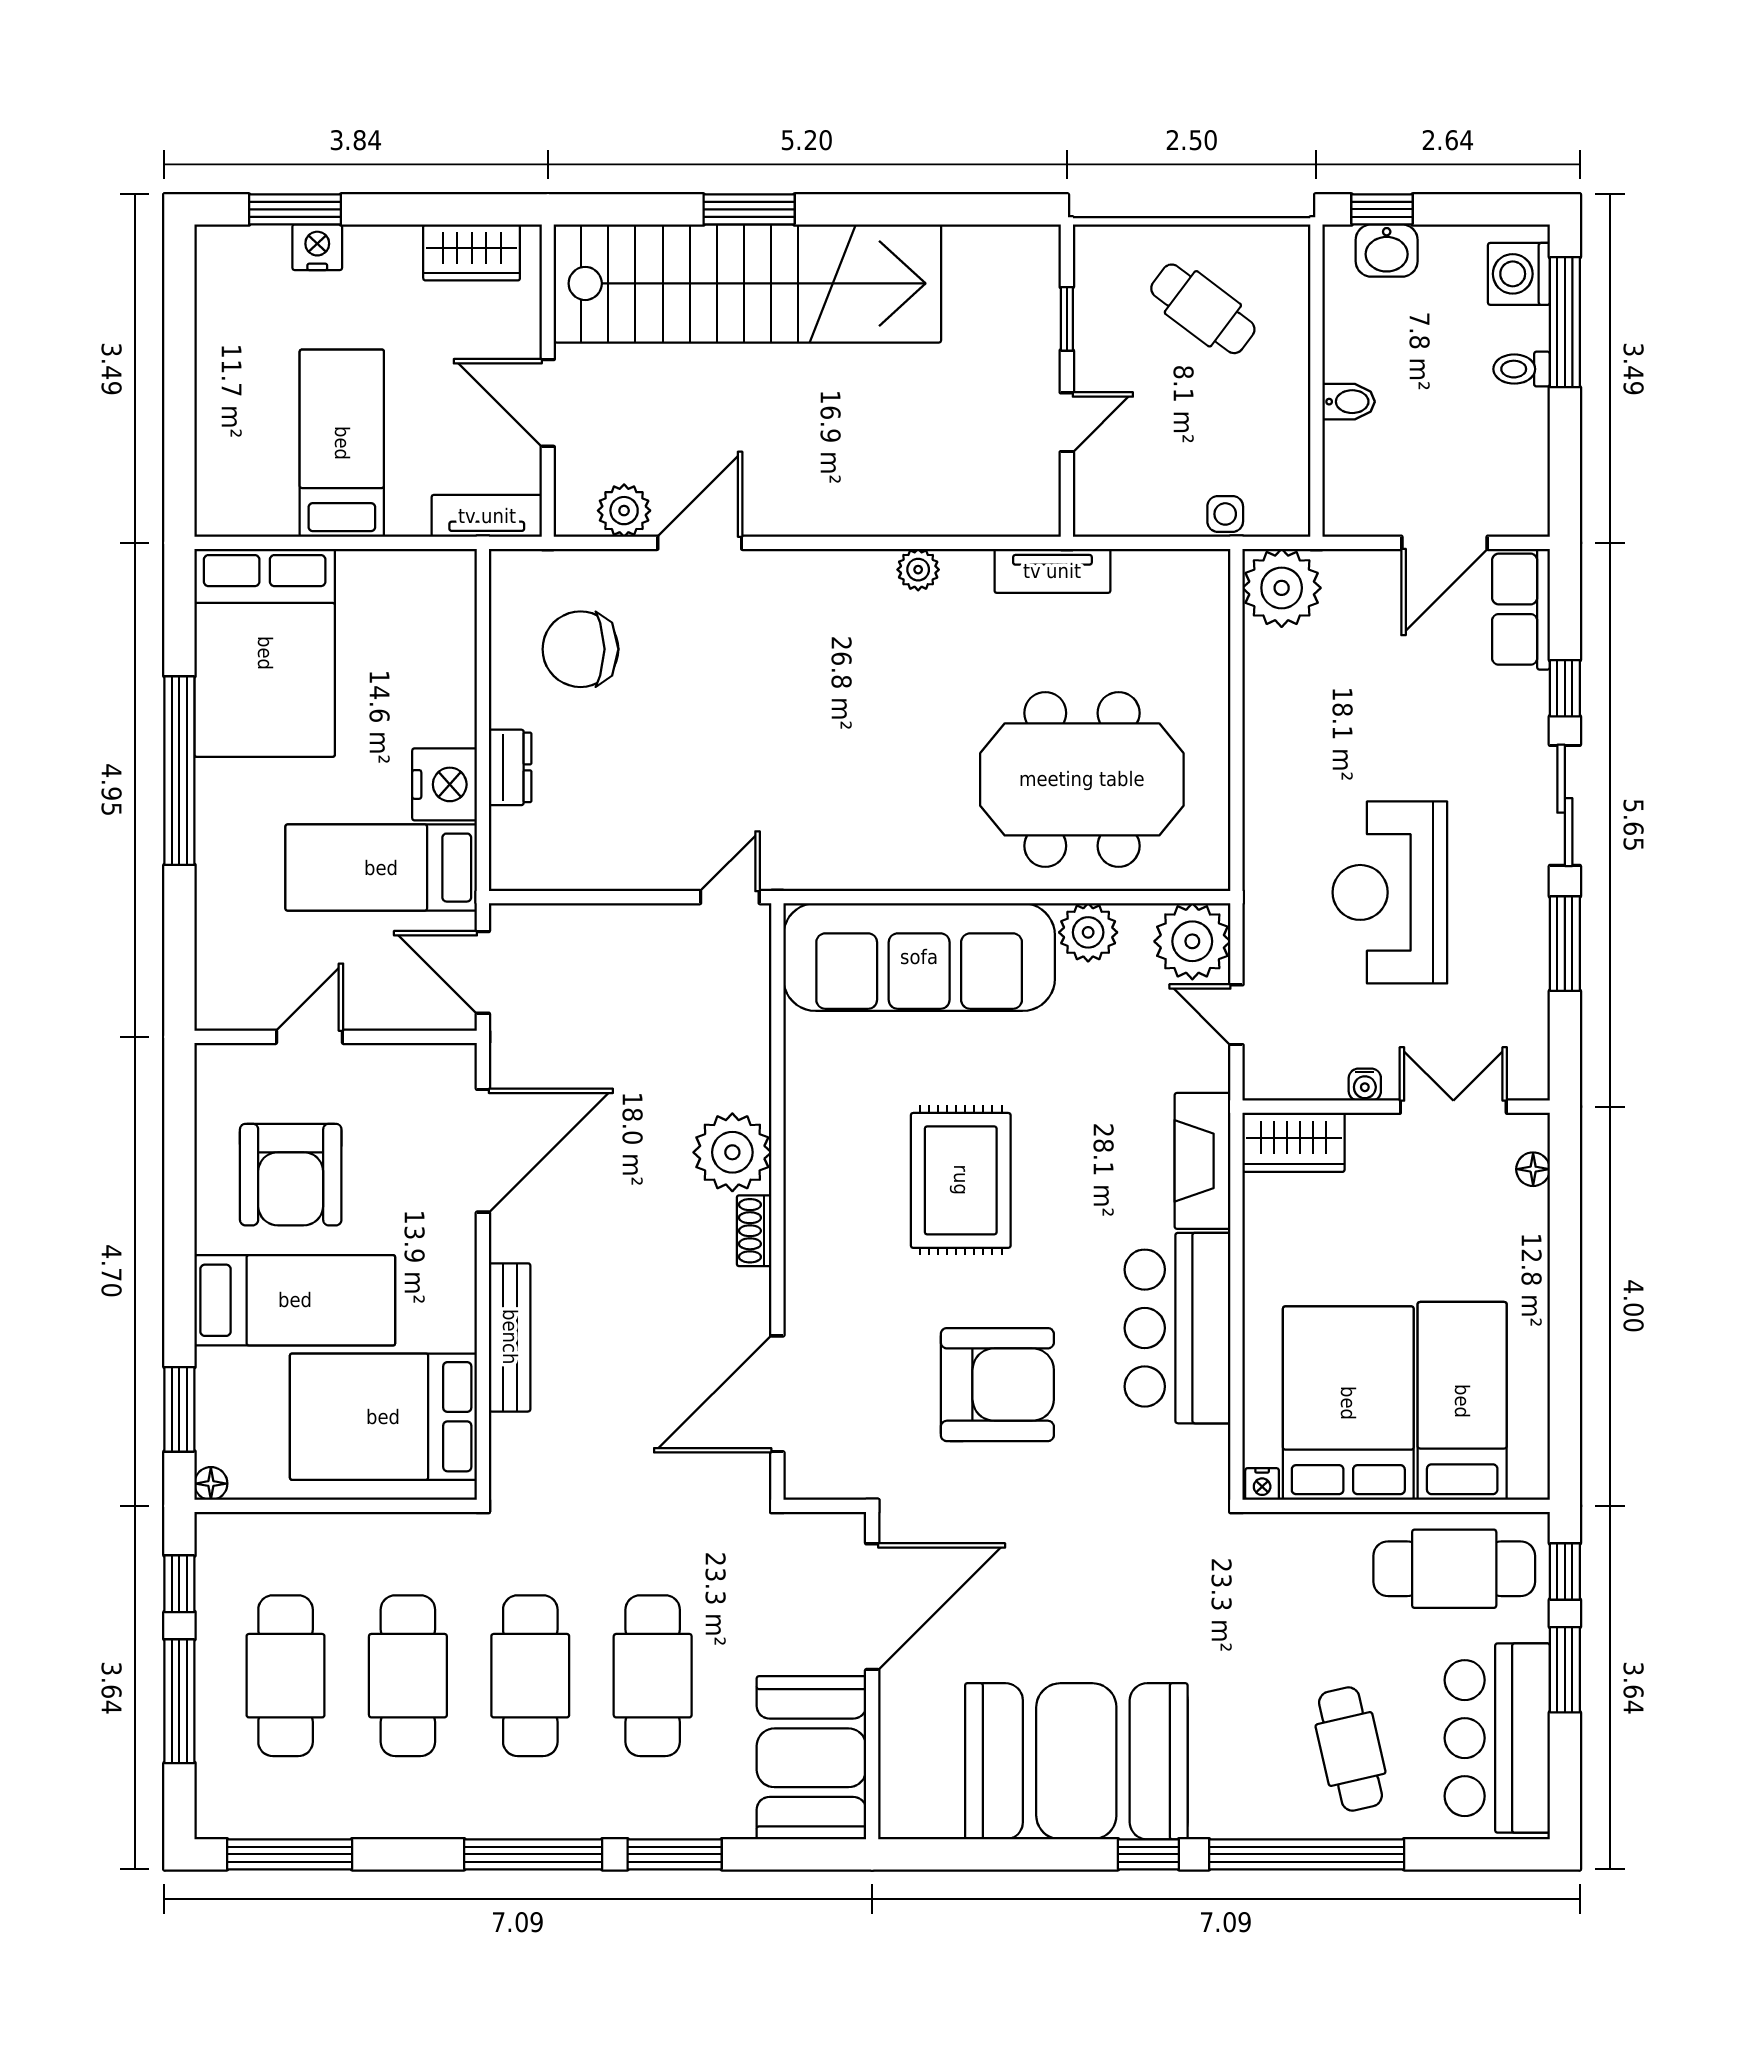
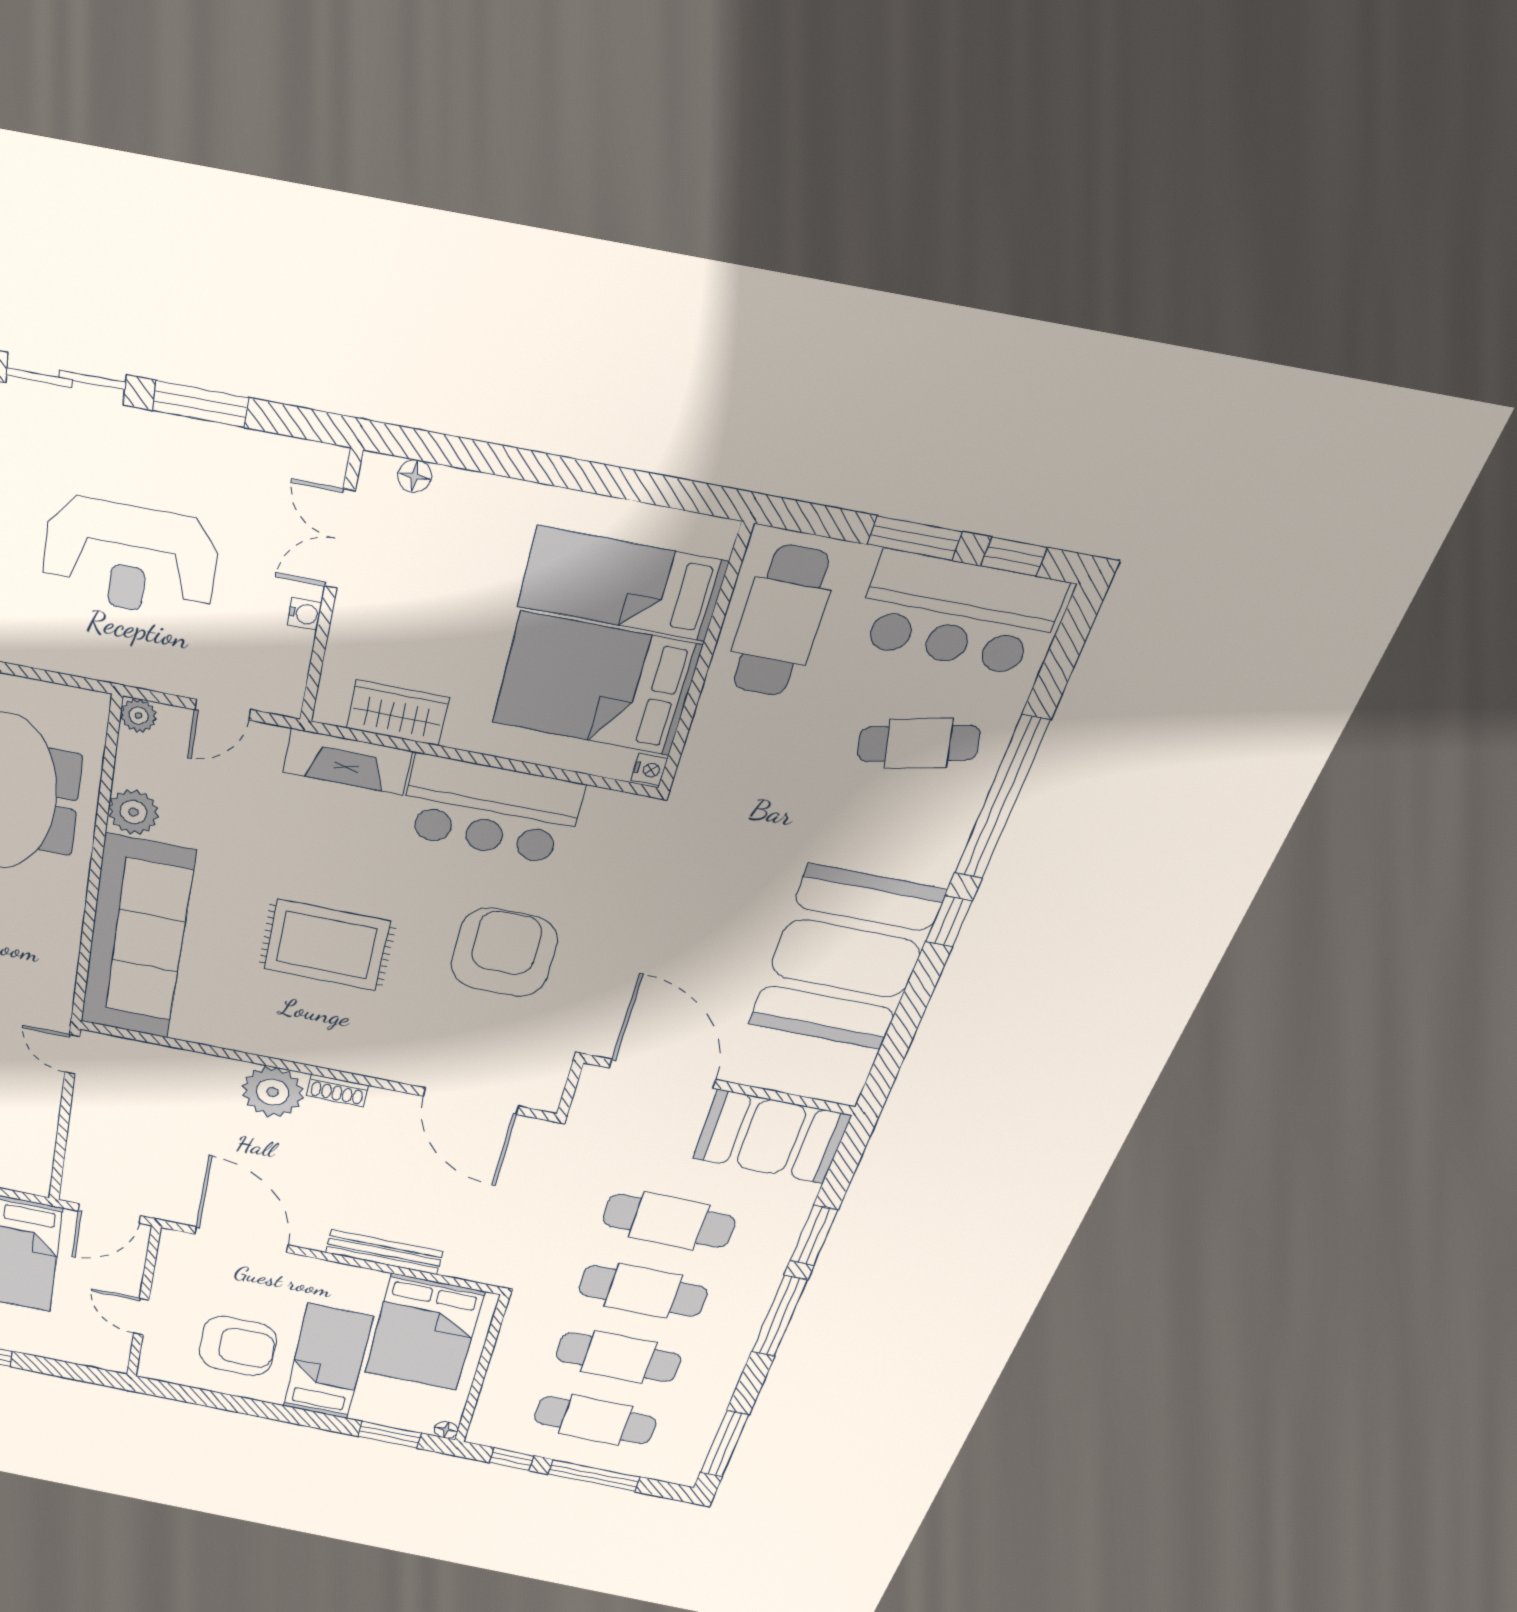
plant: (1192, 941) -> (139, 715), width x0.53, depth x0.53
wardrobe: (1294, 1142) -> (398, 713), moved, turned -90
window: (1565, 1572) -> (1014, 557), moved

